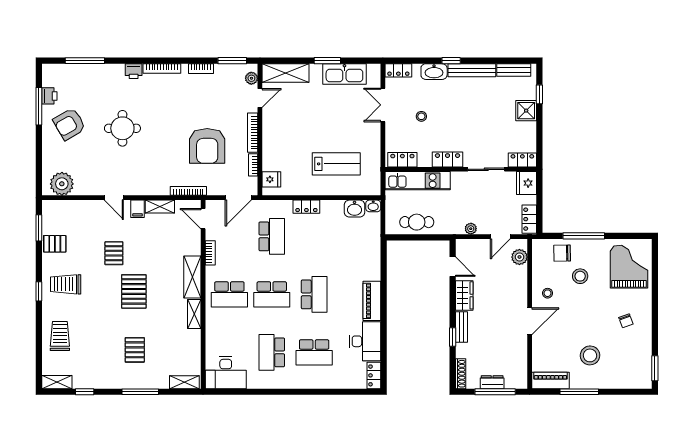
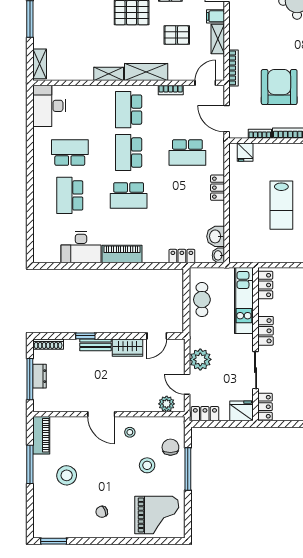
armchair: (207, 146) -> (279, 87), turned 90
lab bench: (336, 164) -> (281, 205), moved
plant: (471, 229) -> (200, 359), width x1.88, depth x1.88
pallet: (135, 350) -> (177, 35), moved
locker: (374, 375) -> (182, 256), moved

